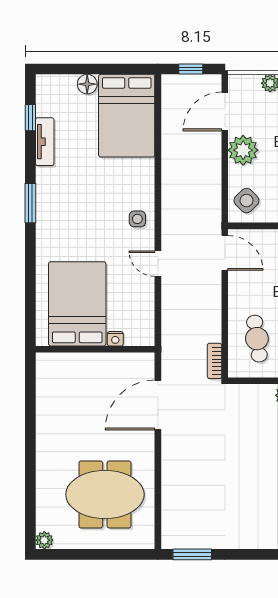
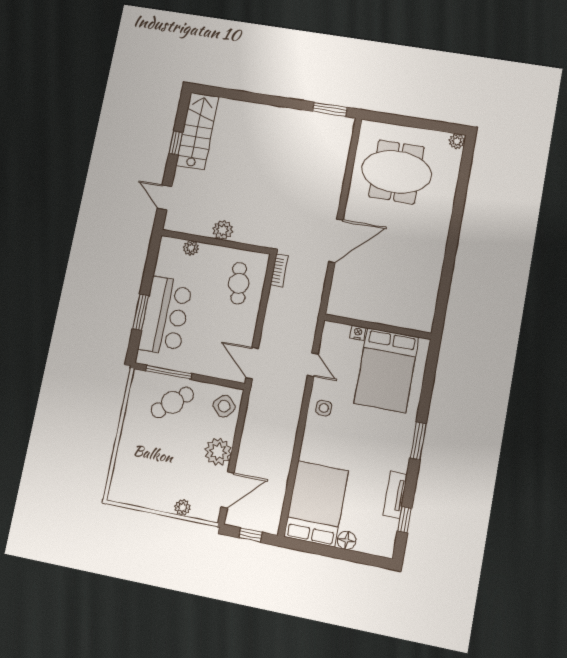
bed: (77, 304) -> (386, 370), moved
nightstand: (115, 339) -> (358, 333), moved
wall: (95, 349) -> (378, 327), moved

